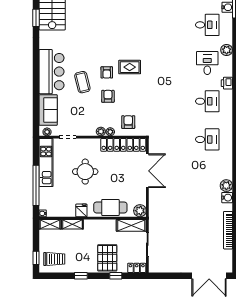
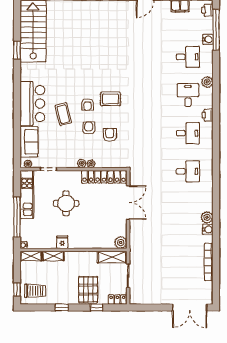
armchair: (128, 122) -> (110, 135), moved
cafe table: (110, 207) -> (91, 239), removed

